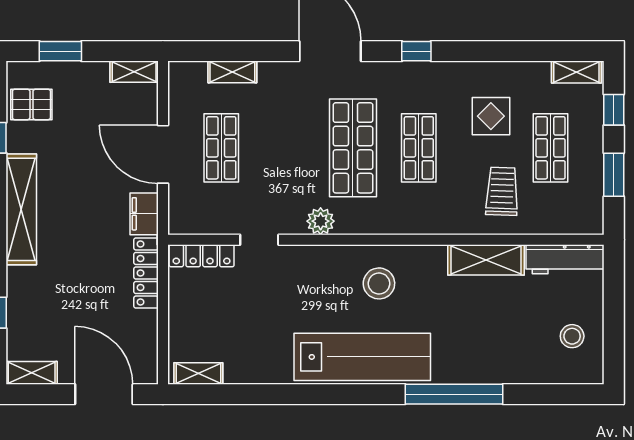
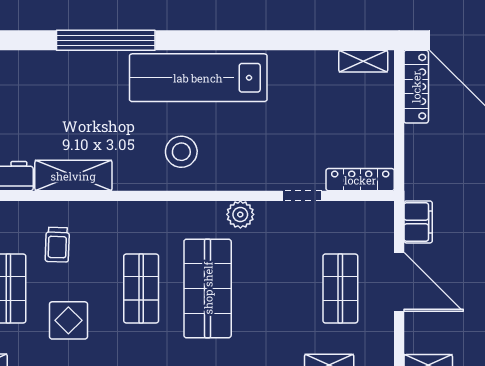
trolley: (502, 191) -> (57, 245), width x0.73, depth x0.72
locker: (146, 273) -> (416, 87), moved

